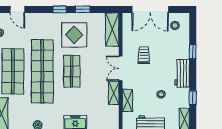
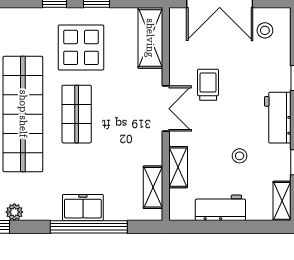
double door: (121, 68) -> (166, 109), swing flipped
shelving: (114, 93) -> (153, 187), moved

